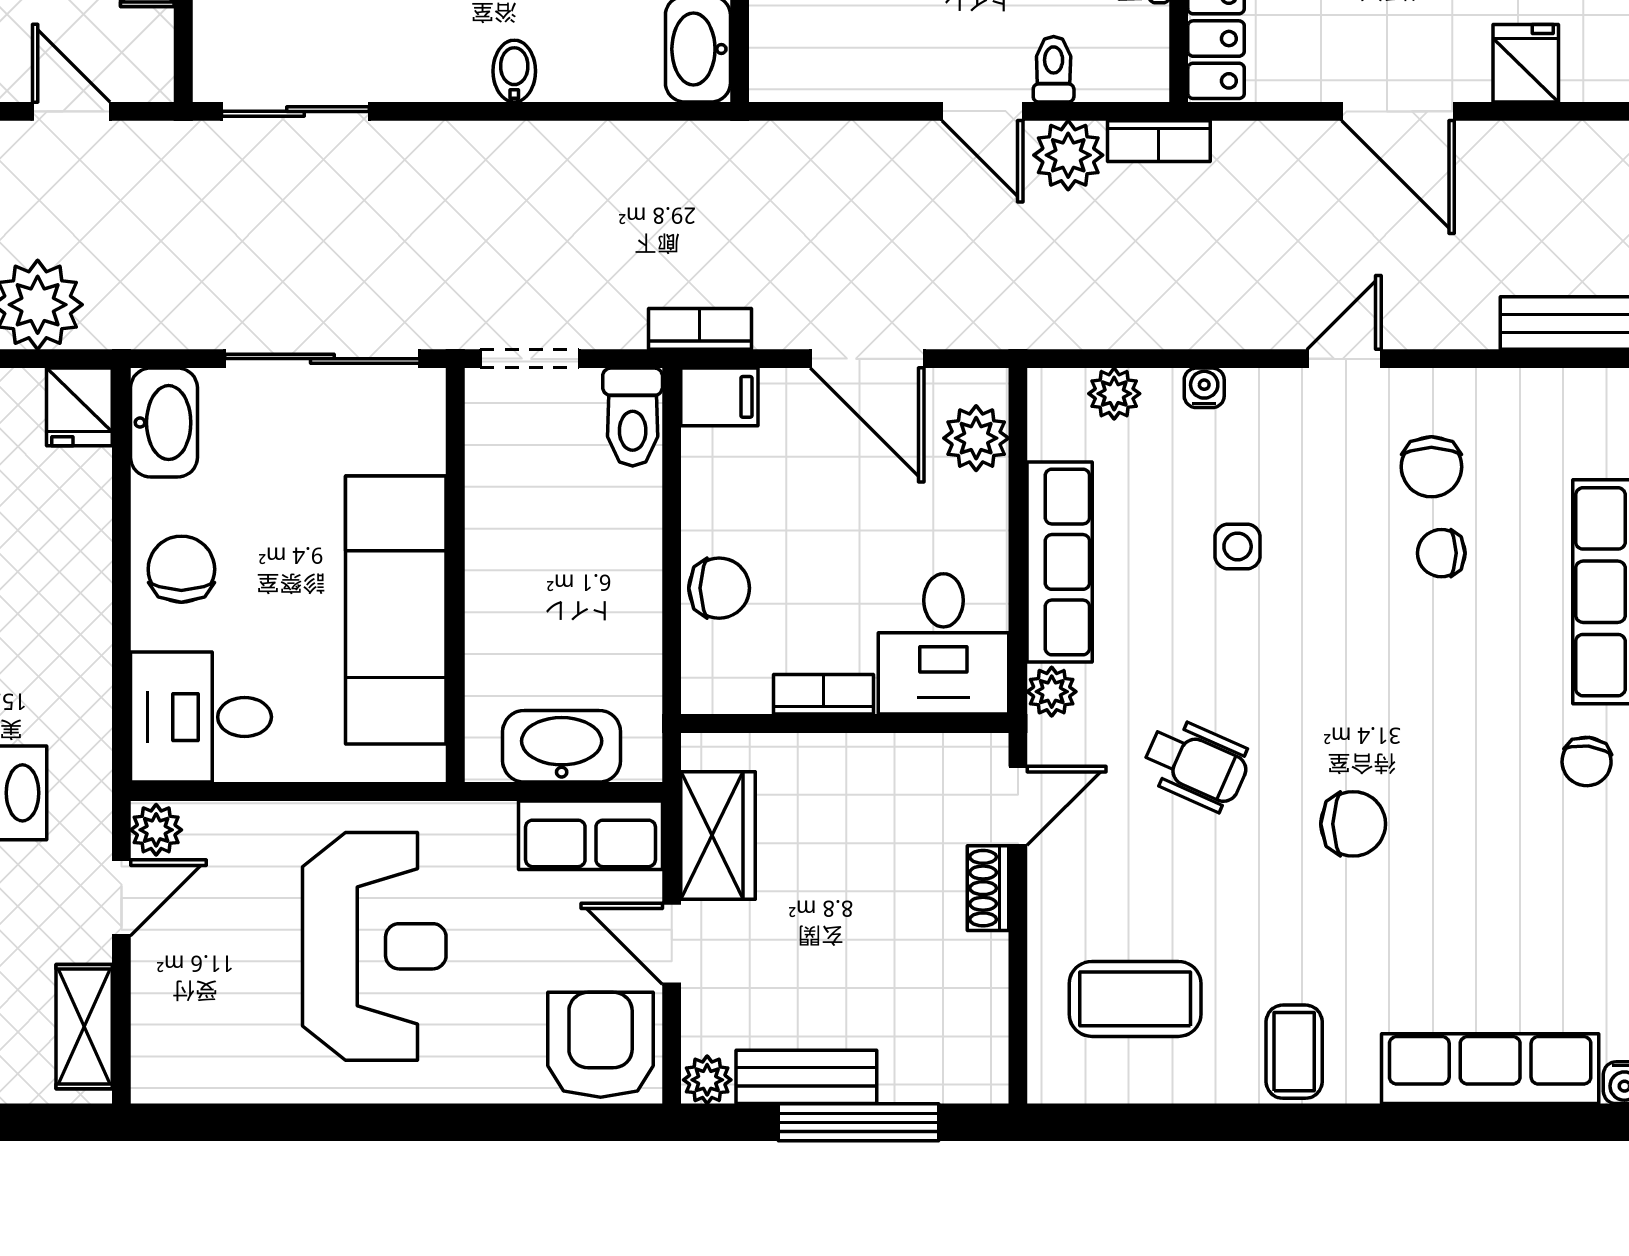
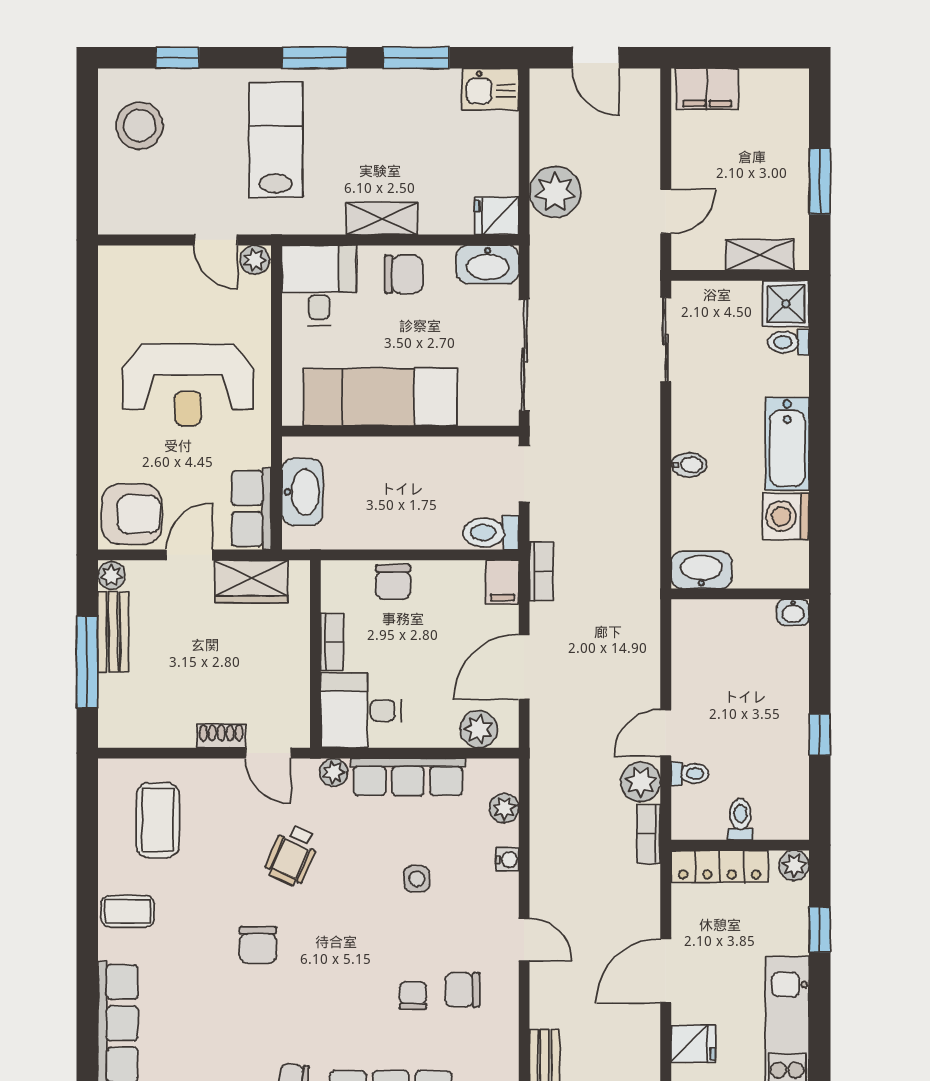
shelving: (84, 1027) -> (382, 219), moved

